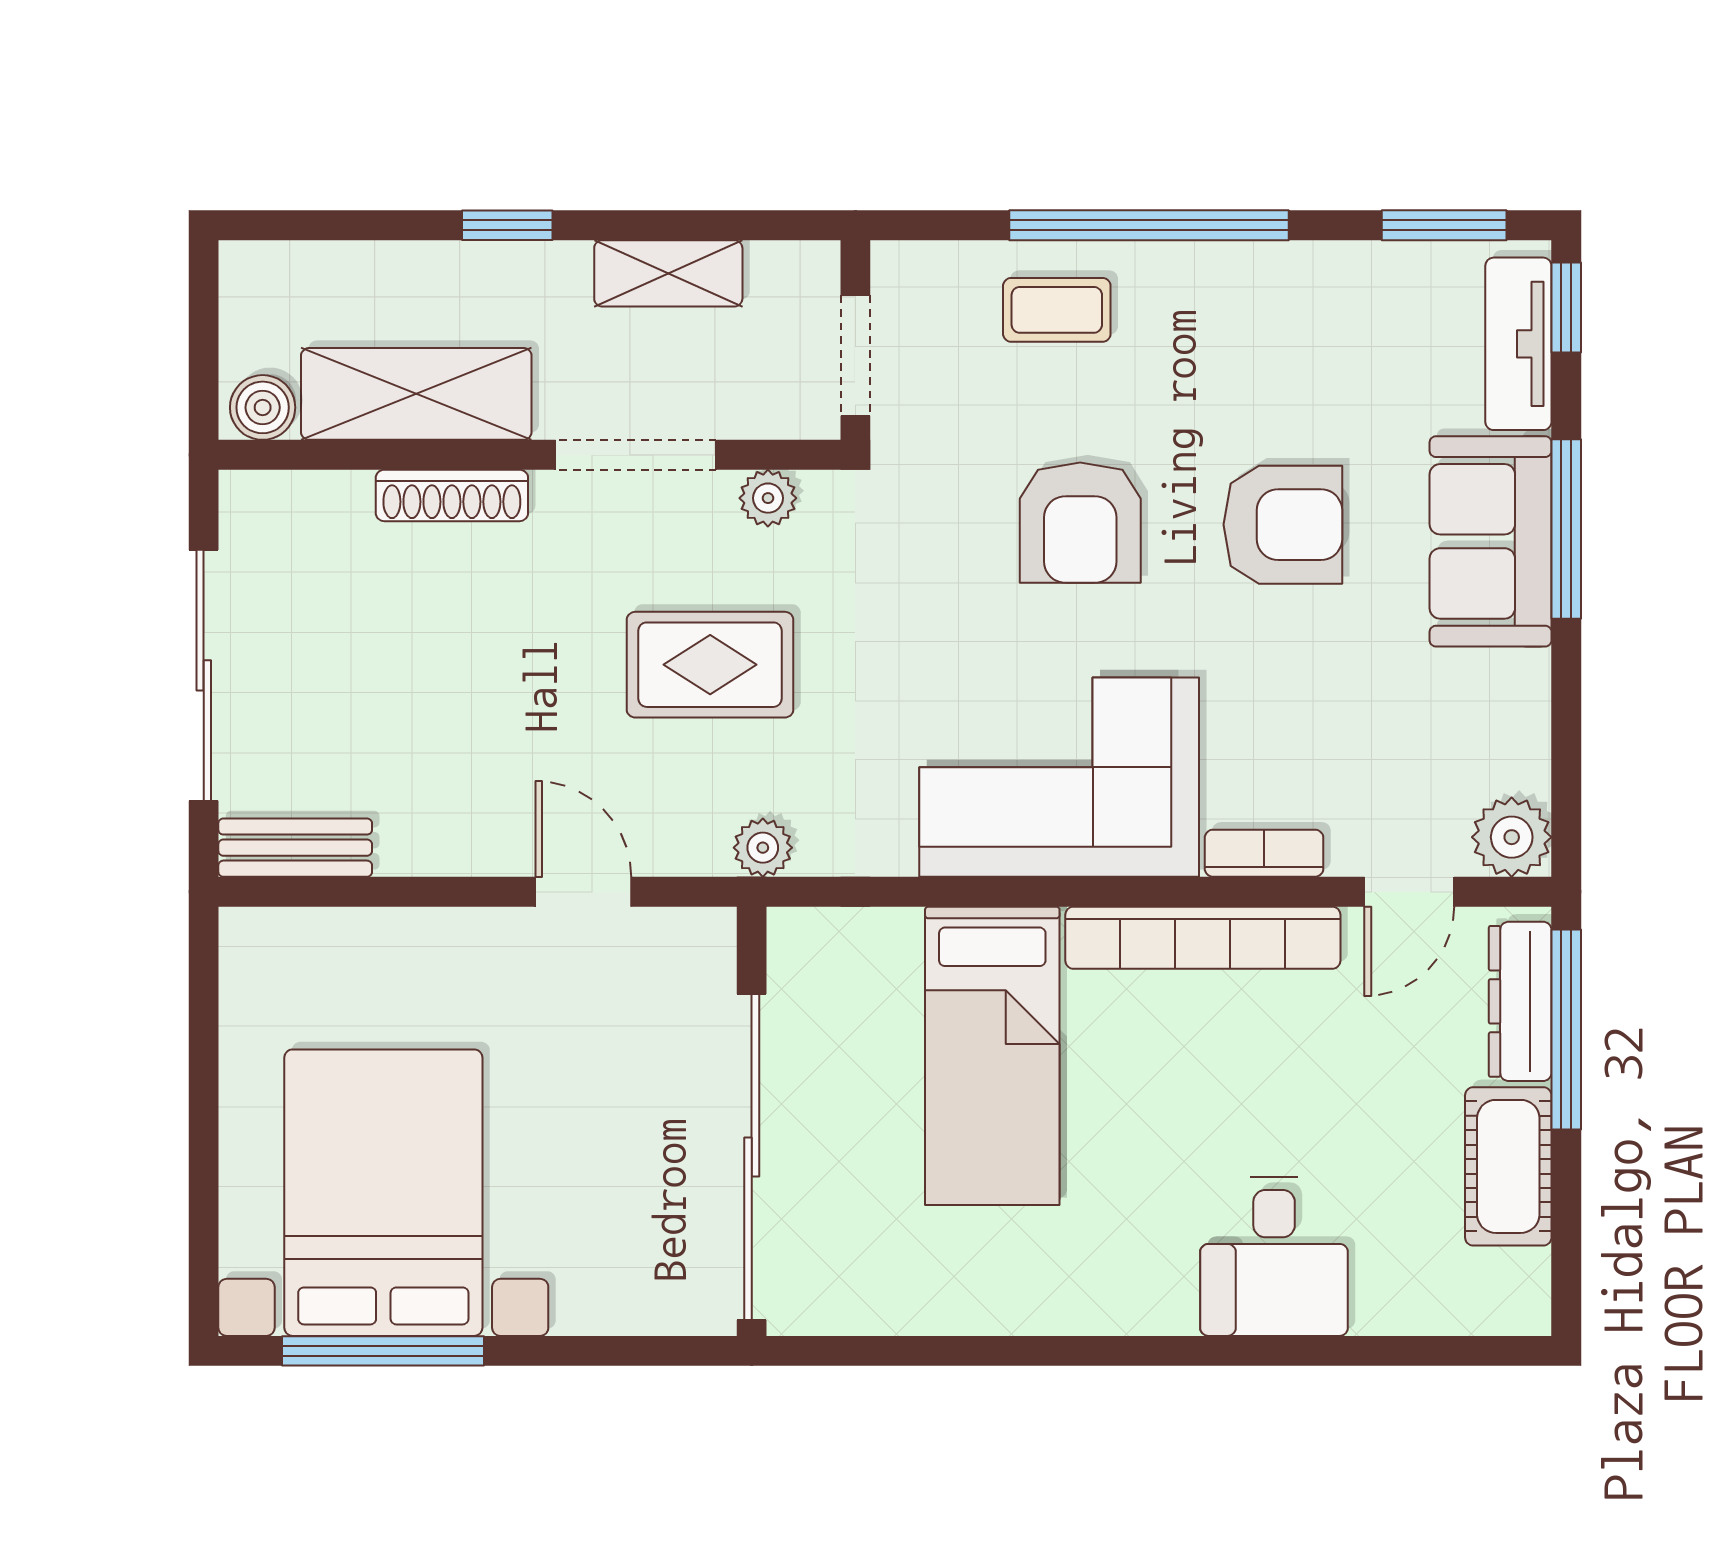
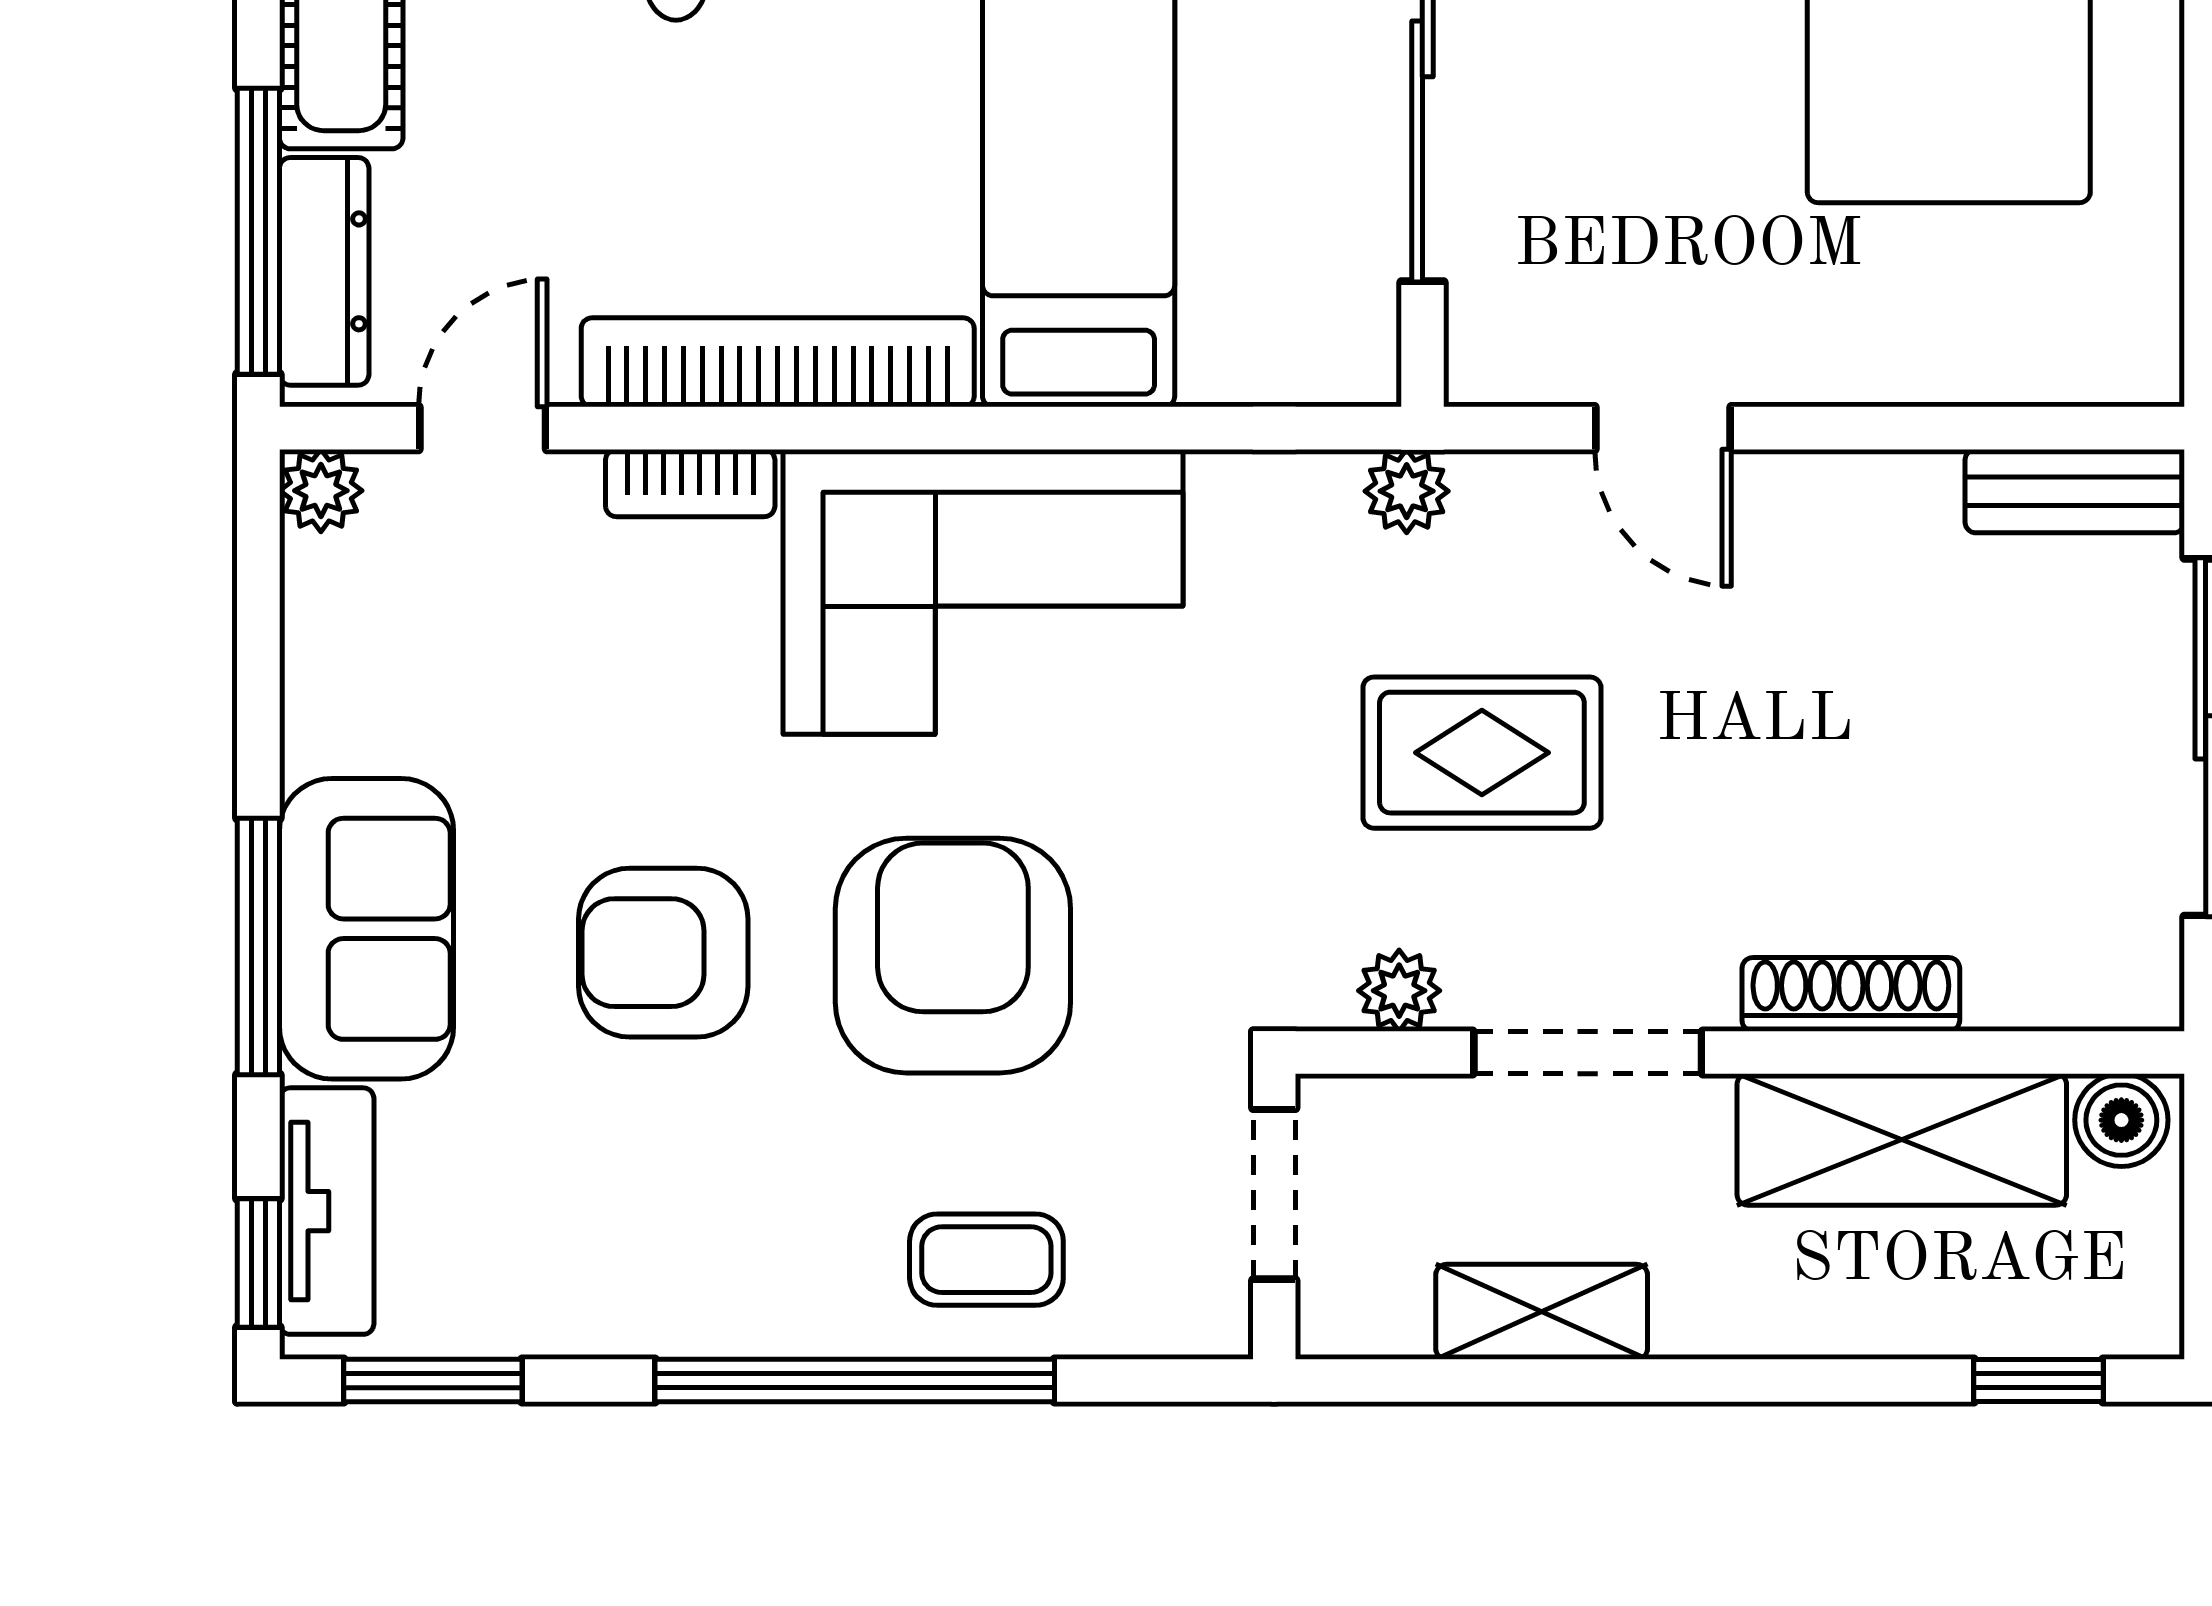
window: (507, 225) -> (2038, 1381), moved
armchair: (1080, 523) -> (953, 956), width x1.36, depth x1.36
plant: (1512, 837) -> (321, 491), width x0.73, depth x0.73

